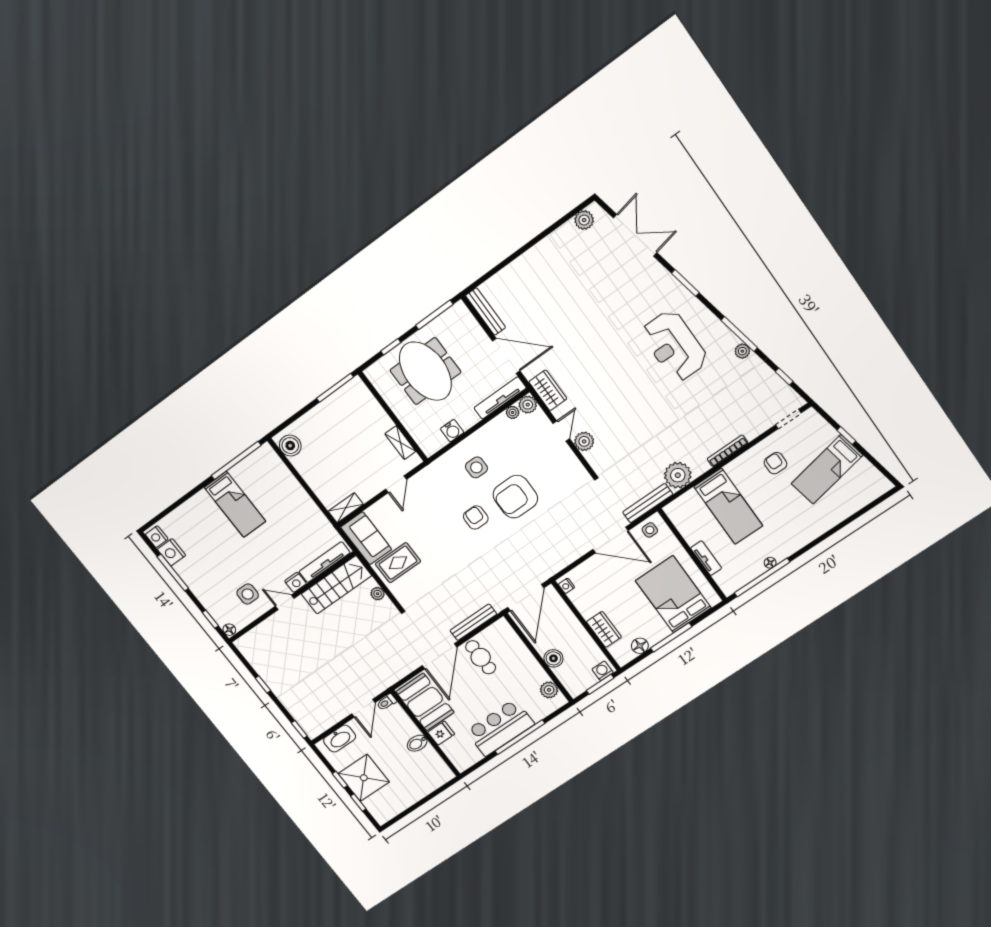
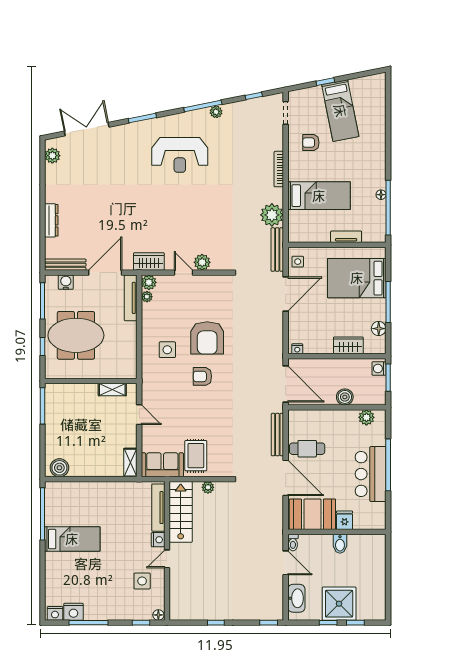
dresser: (519, 266) -> (51, 220), added
water cooler: (452, 431) -> (66, 282), moved, turned -90

